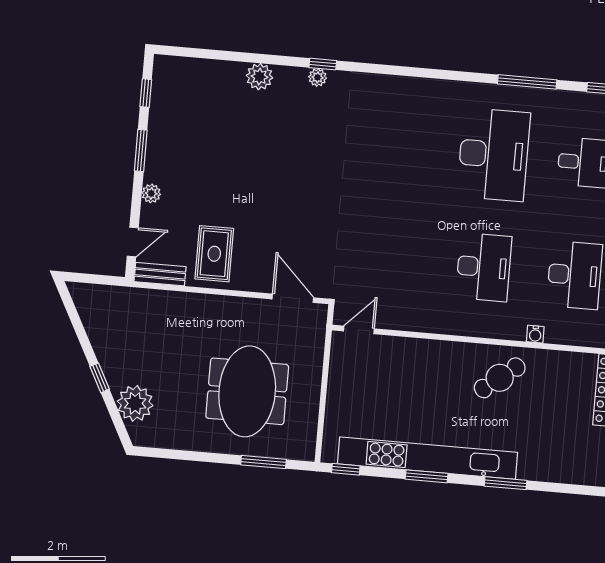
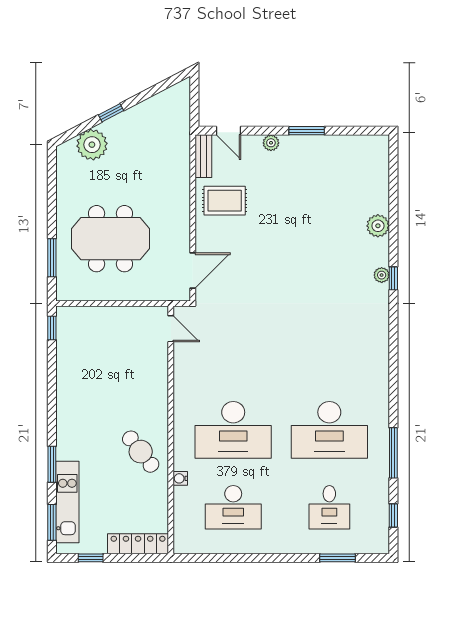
window: (146, 93) -> (356, 131), removed
desk: (484, 267) -> (233, 430), width x1.36, depth x1.30
kitchen unit: (428, 458) -> (67, 502), moved, width x0.54
window: (427, 476) -> (52, 522), moved

